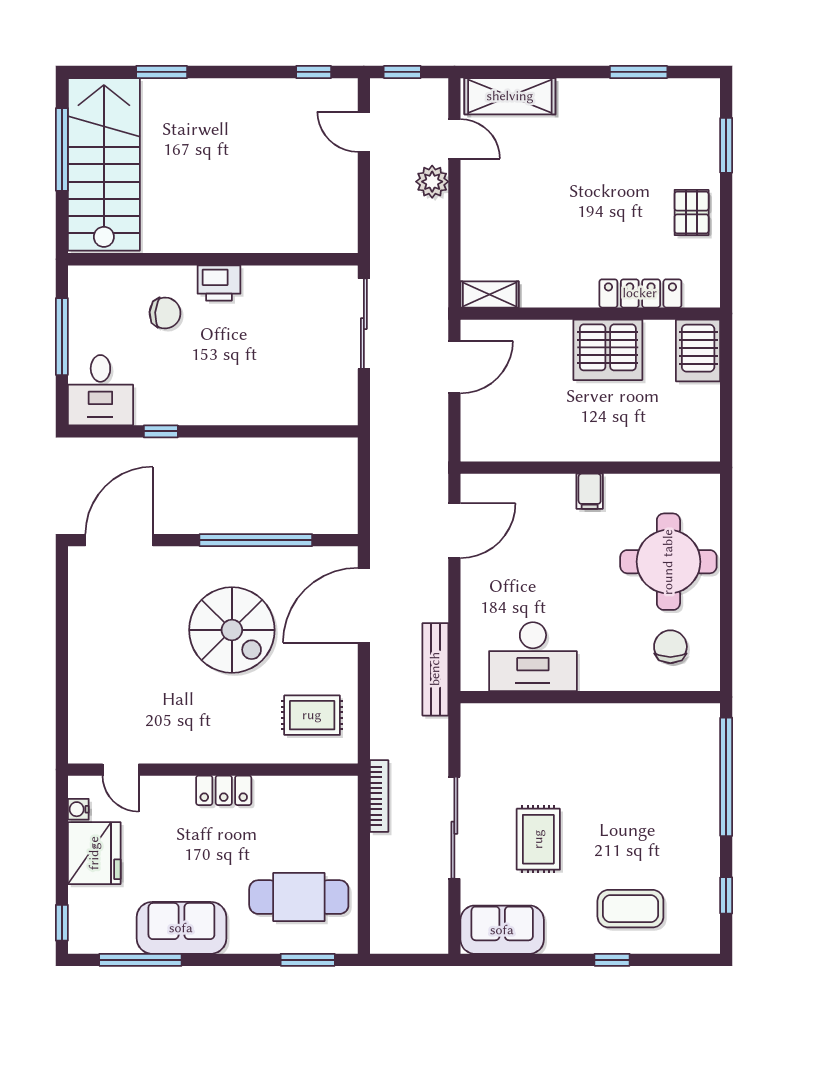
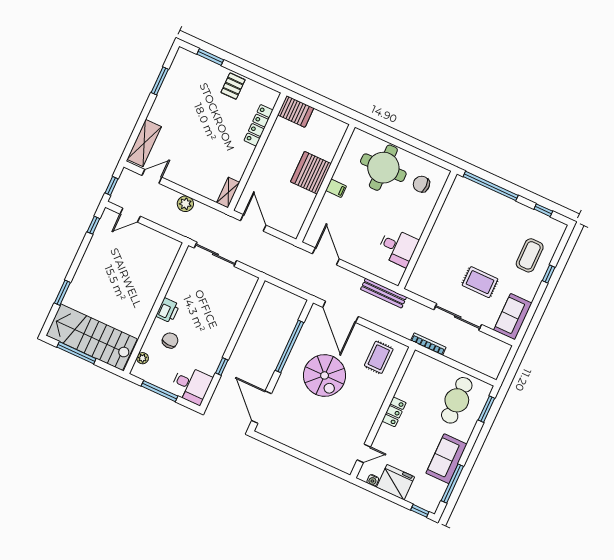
plant: (432, 182) -> (185, 204), moved
pallet: (692, 213) -> (233, 86), turned 90
plant: (108, 277) -> (143, 358), added
server rack: (608, 350) -> (311, 173), moved, turned 180
spiral stairs: (232, 630) -> (325, 375), turned 90
desk: (533, 657) -> (398, 247), width x0.73

